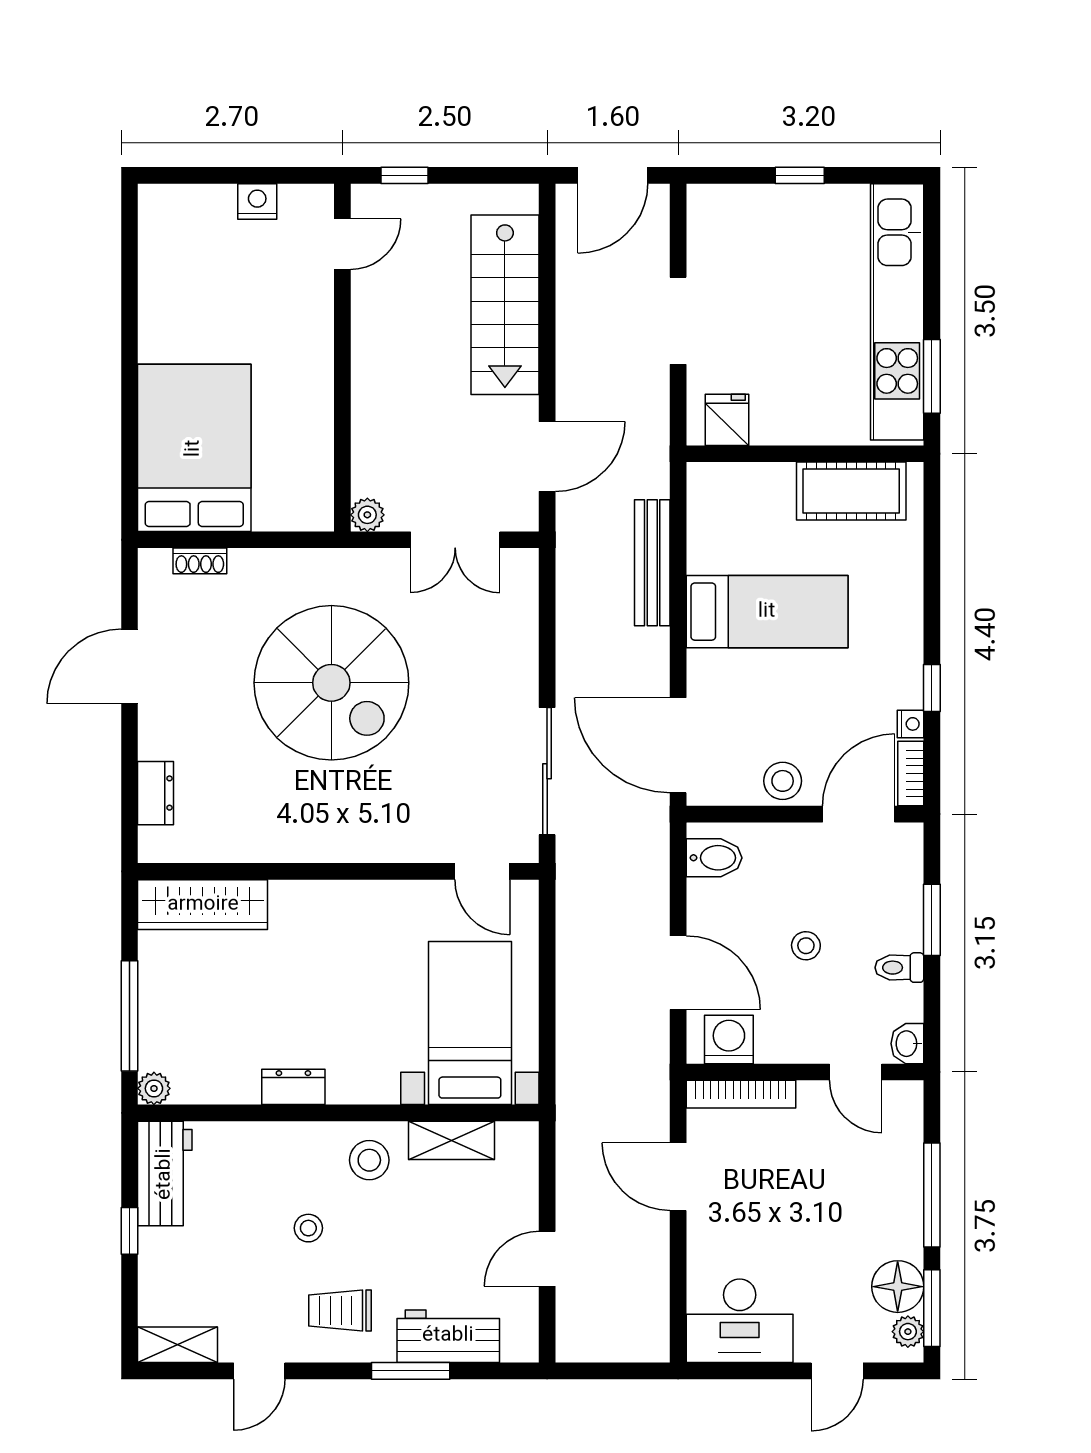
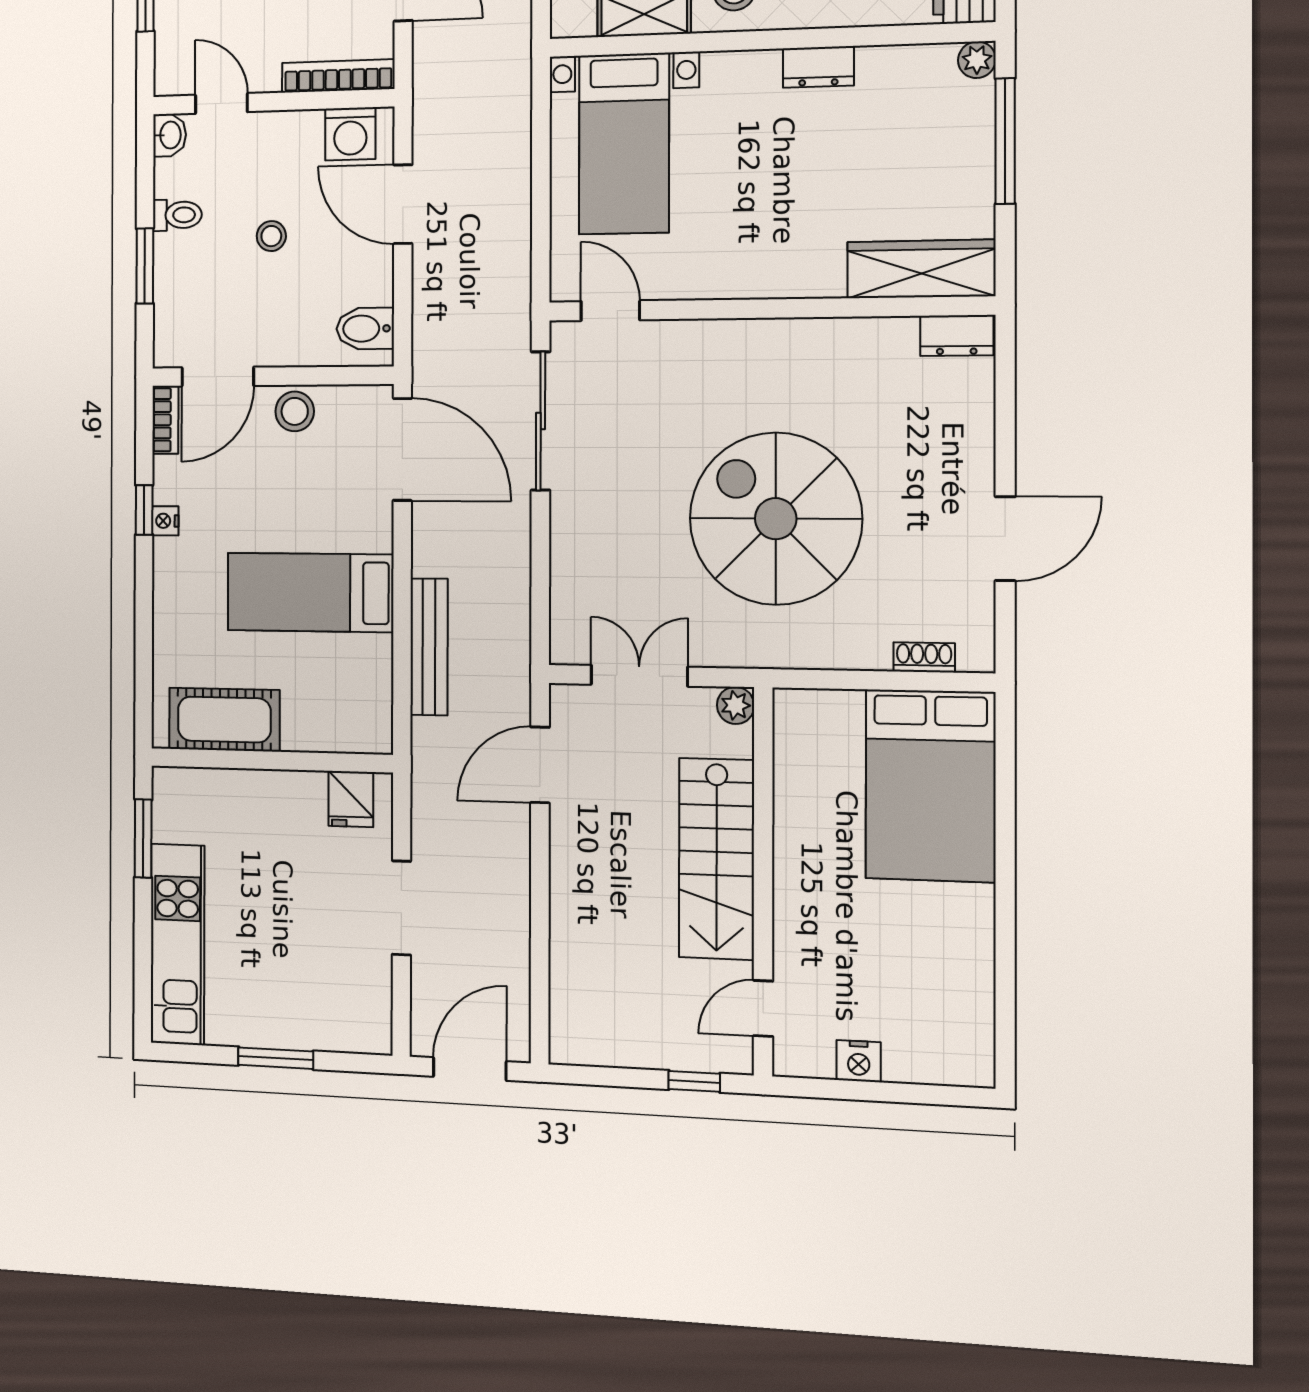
window: (800, 175) -> (276, 1058), width x1.50
stairs: (505, 305) -> (717, 859), moved, turned 180
kitchen unit: (897, 312) -> (178, 944), width x0.73
nightstand: (911, 724) -> (165, 521), moved
dresser: (156, 793) -> (957, 336), moved, turned -90

